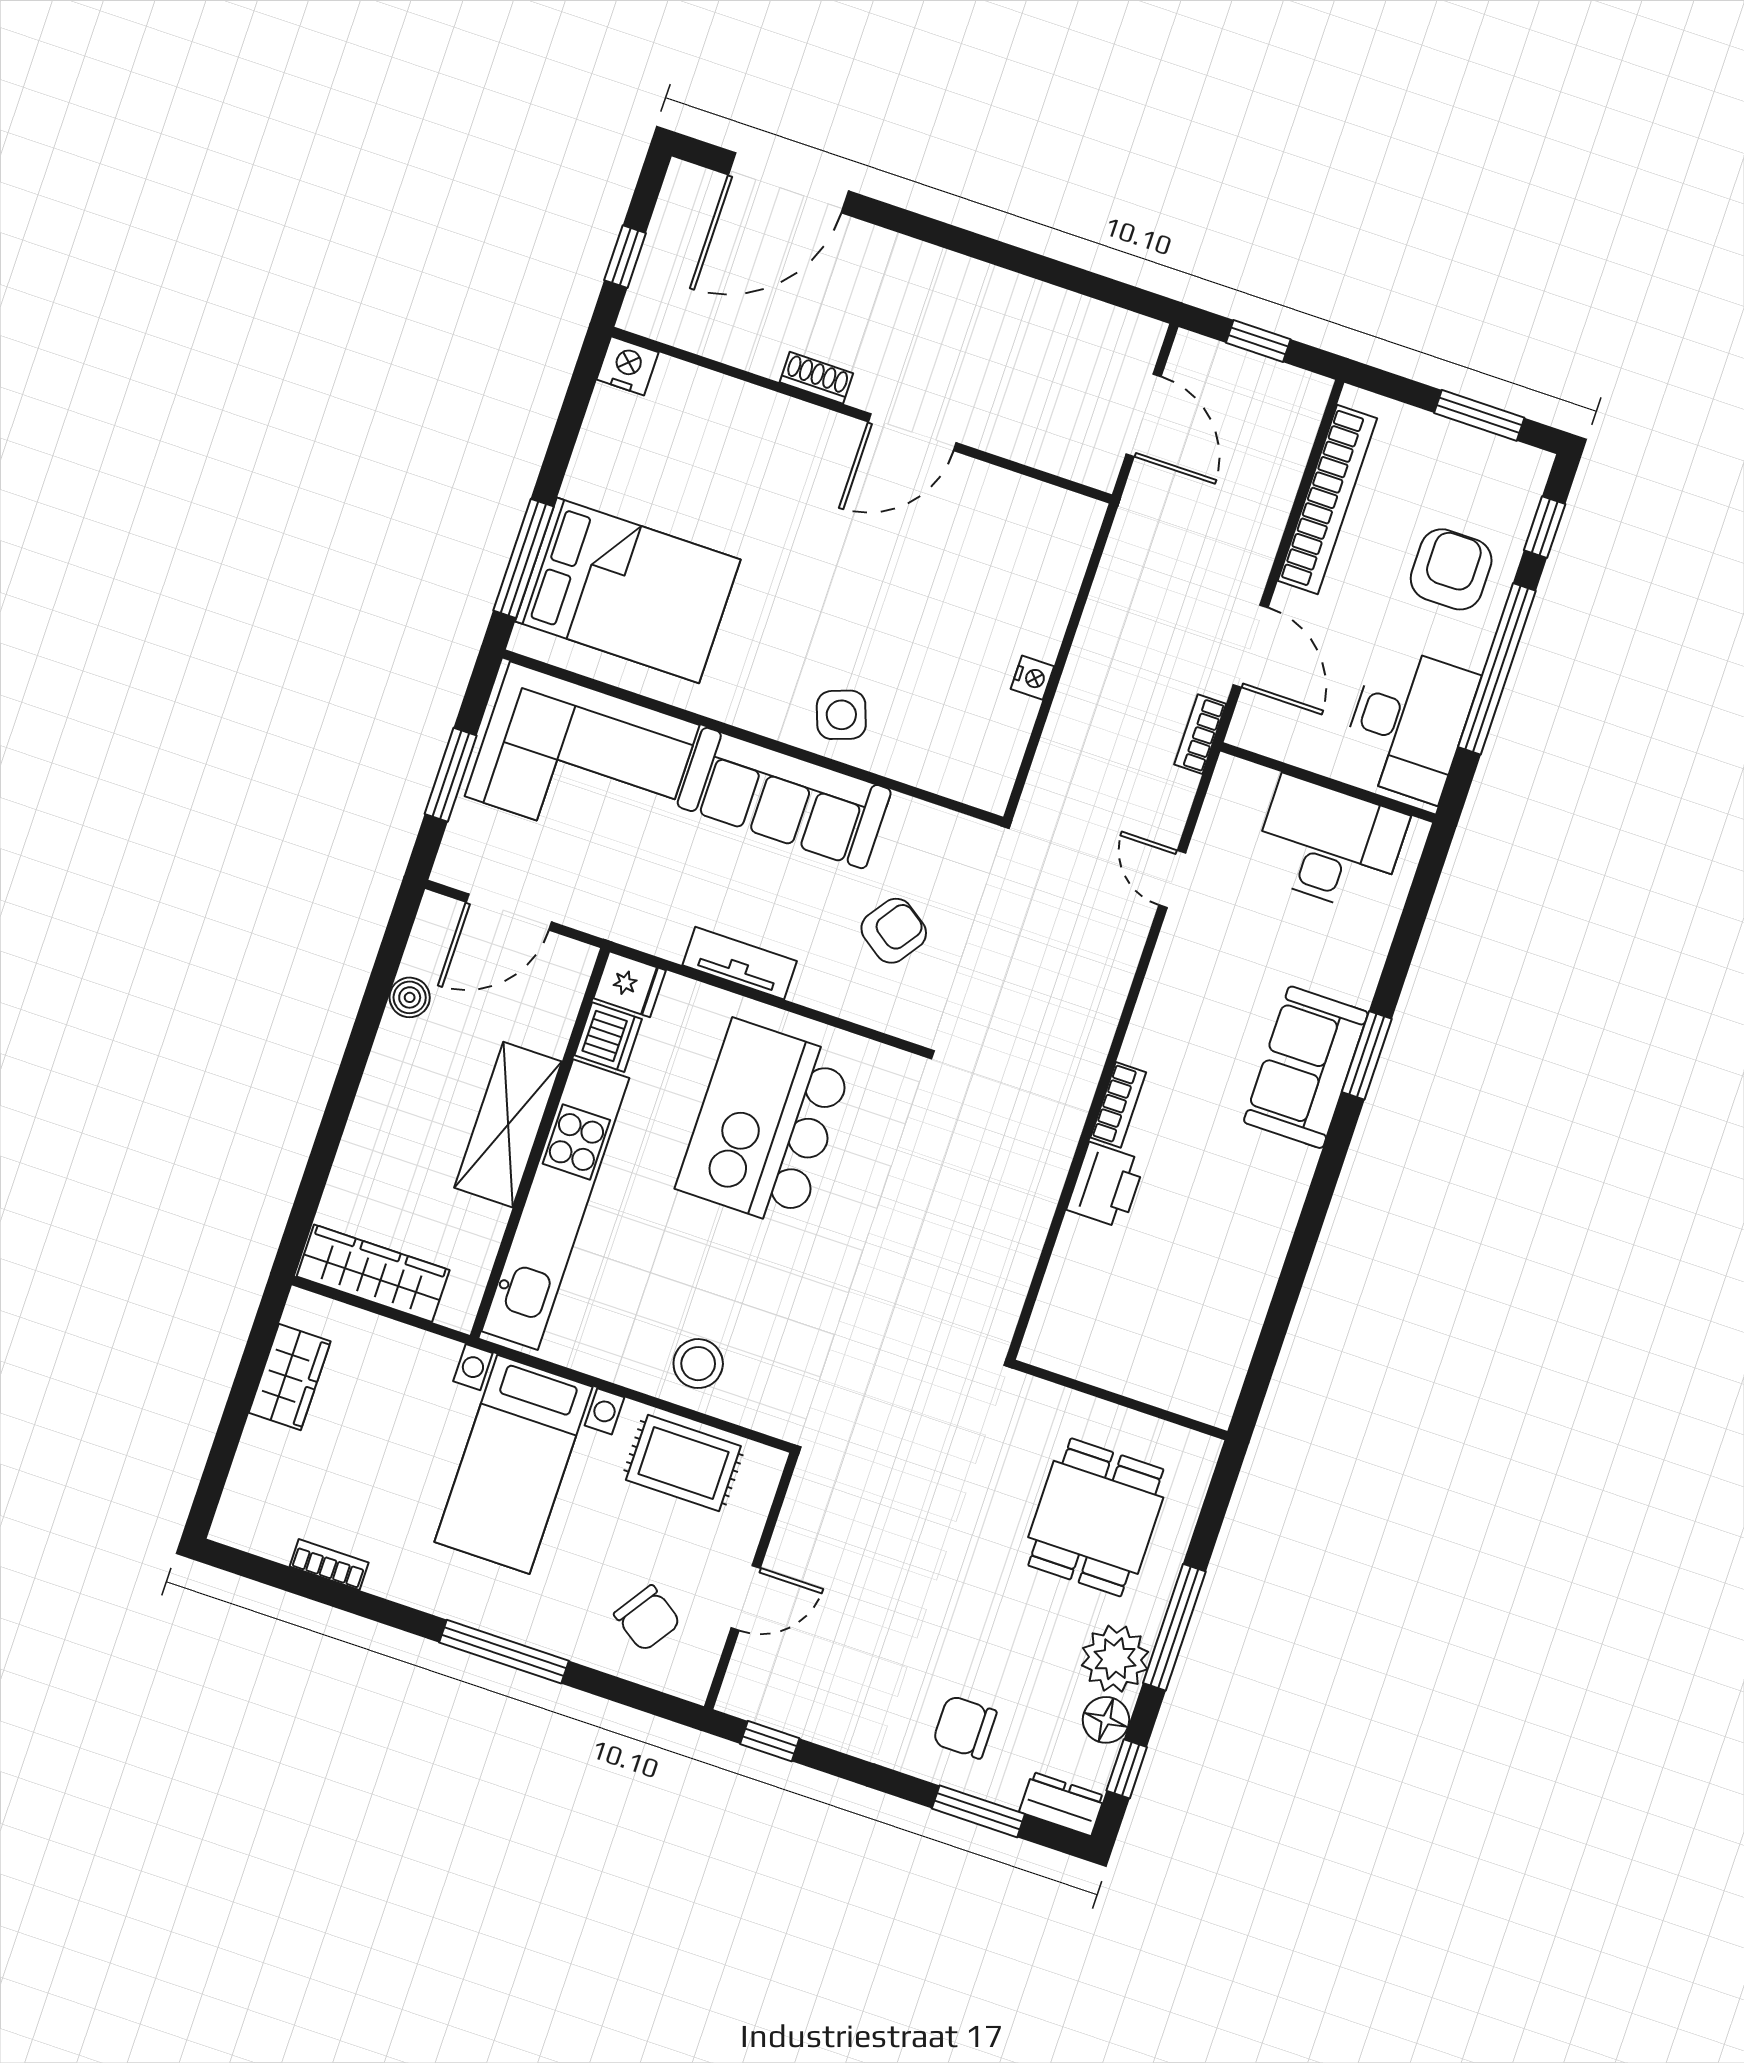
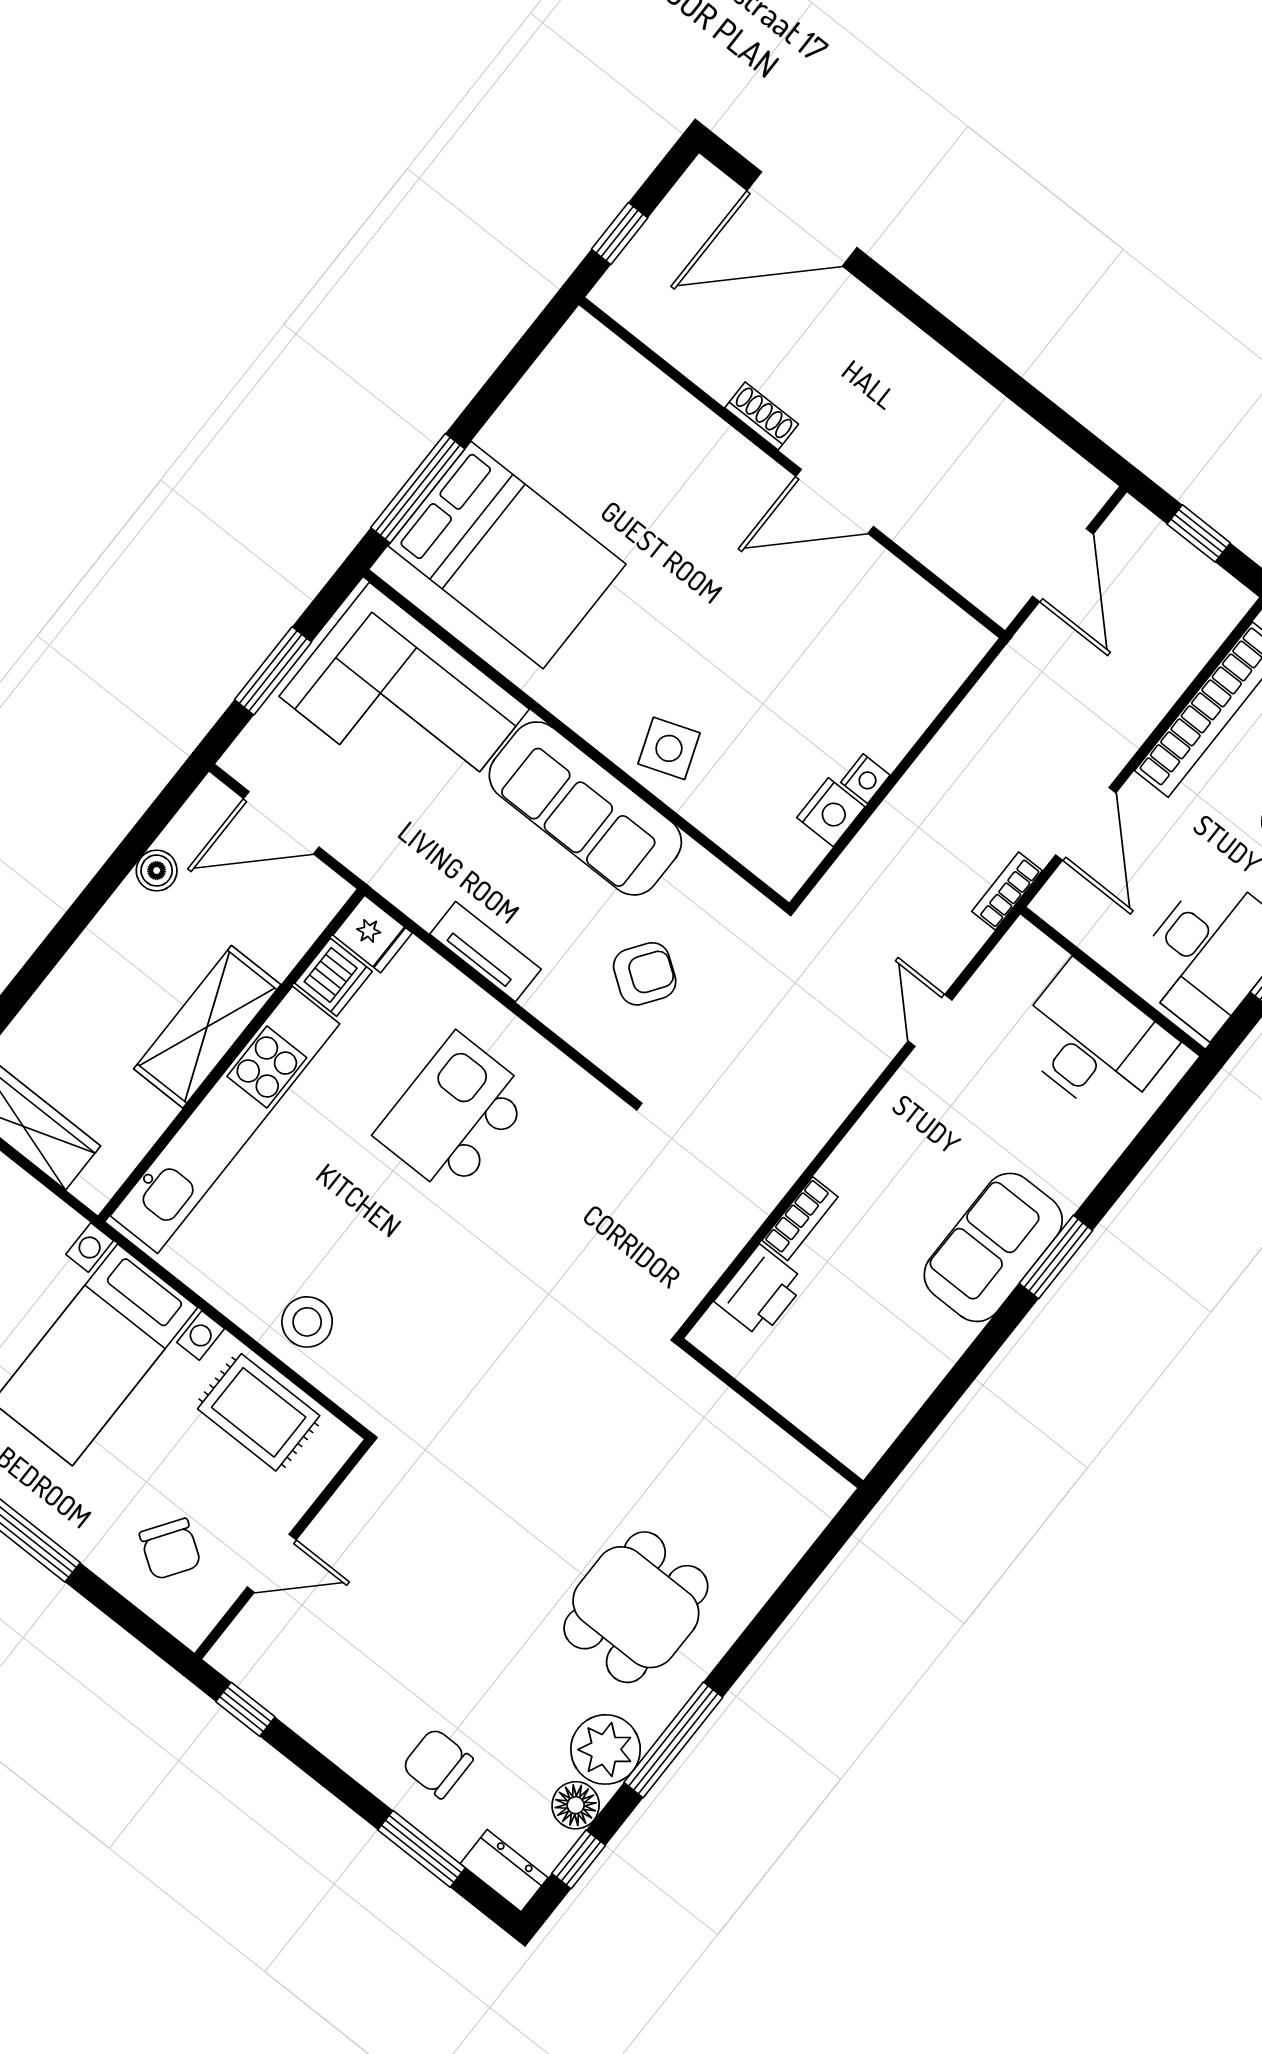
nightstand: (628, 366) -> (831, 812), moved, turned 90
kitchen island: (765, 1124) -> (454, 1115), width x0.73, depth x0.78
wall: (1120, 1400) -> (771, 1413), moved

